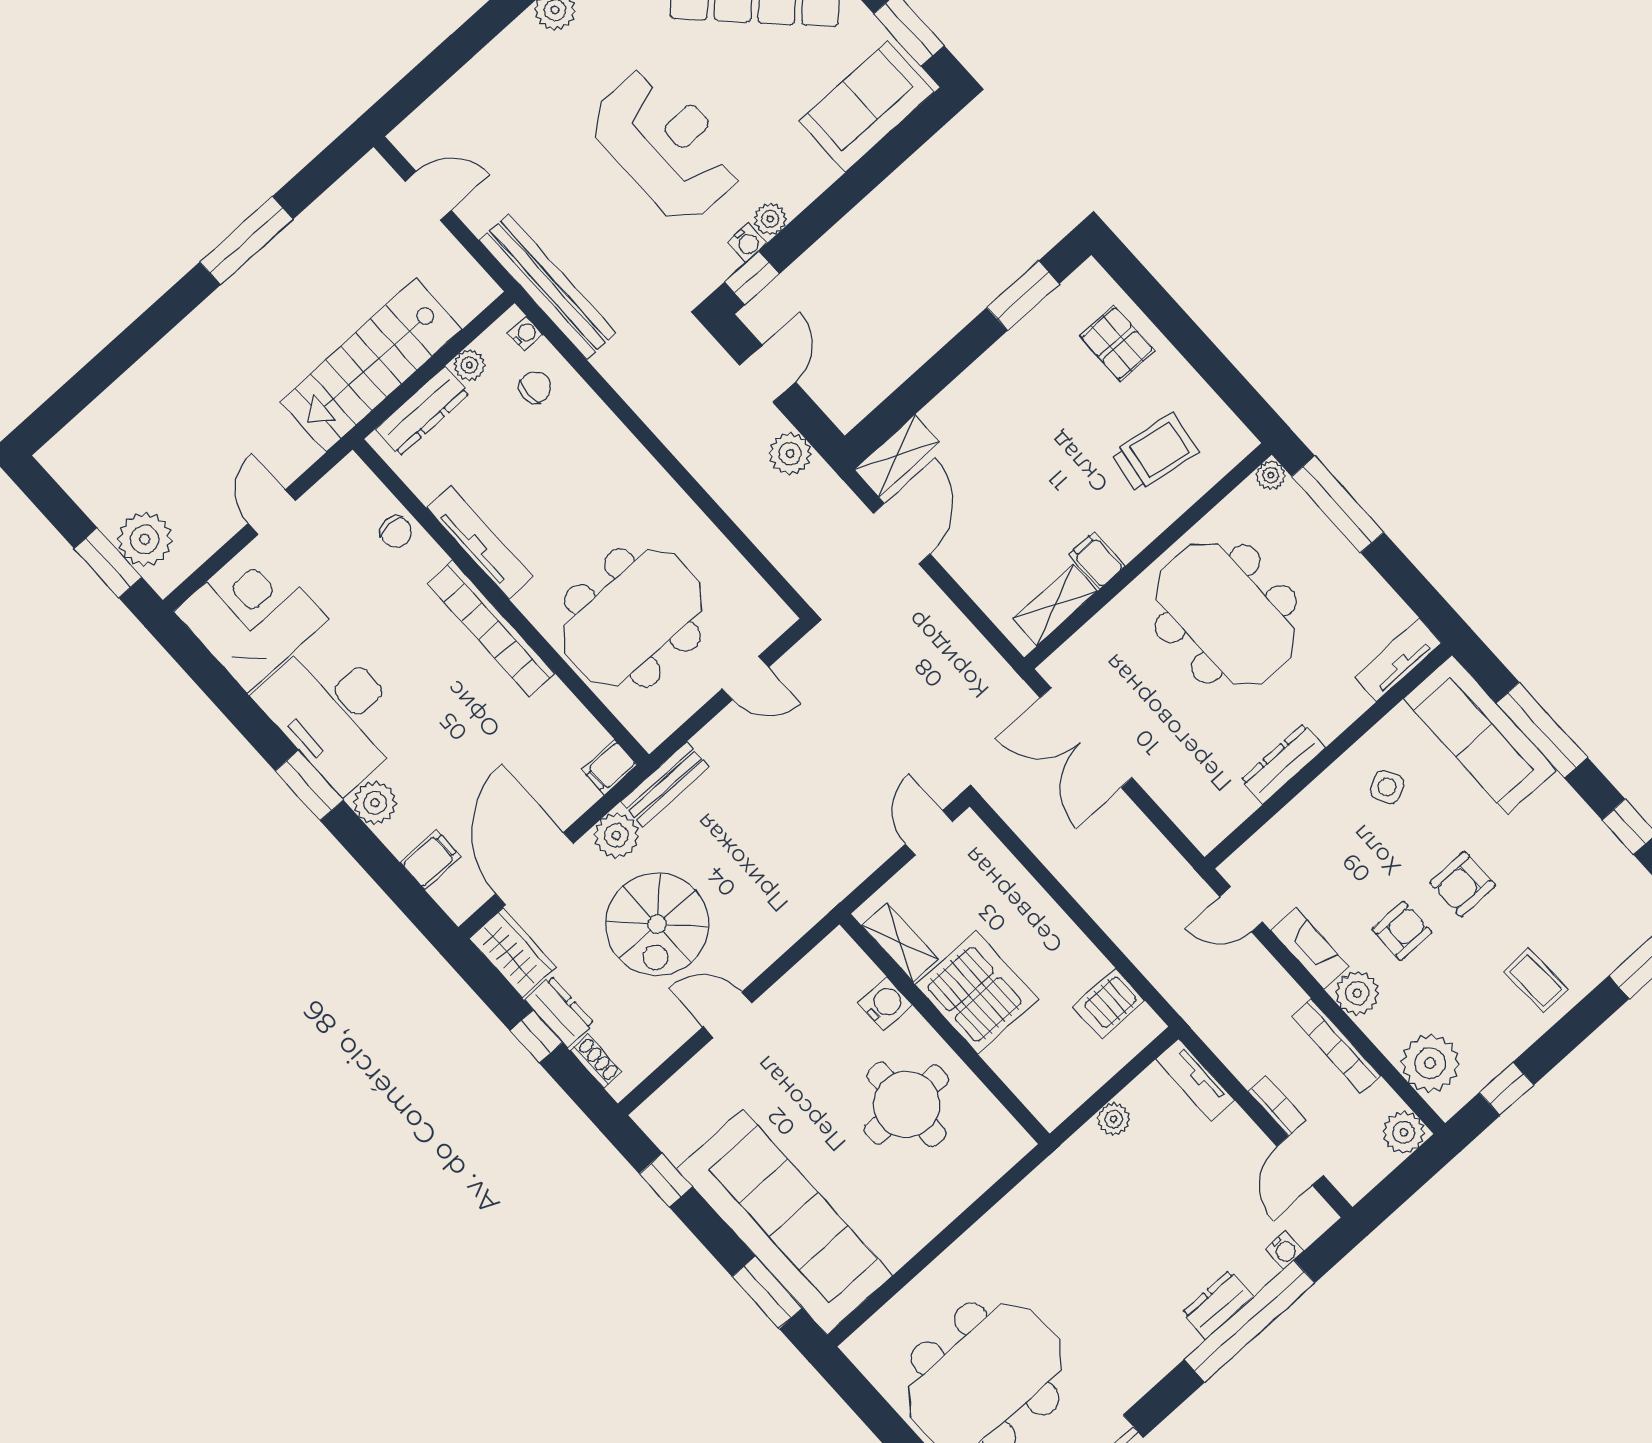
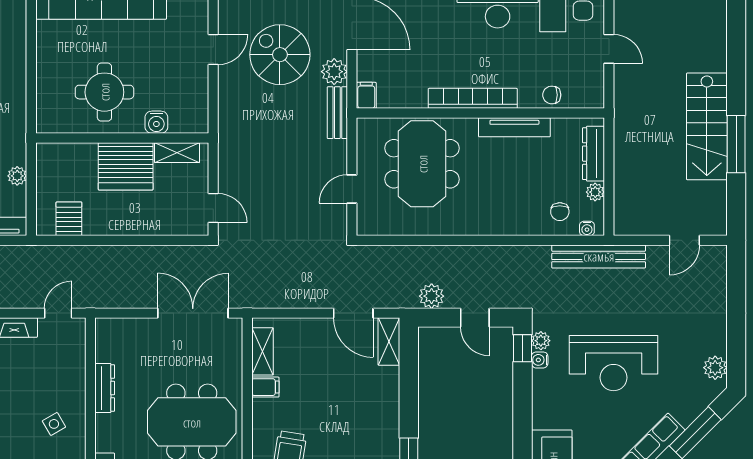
plant: (770, 219) -> (541, 341), moved
stairs: (371, 365) -> (707, 126), moved, turned 180

